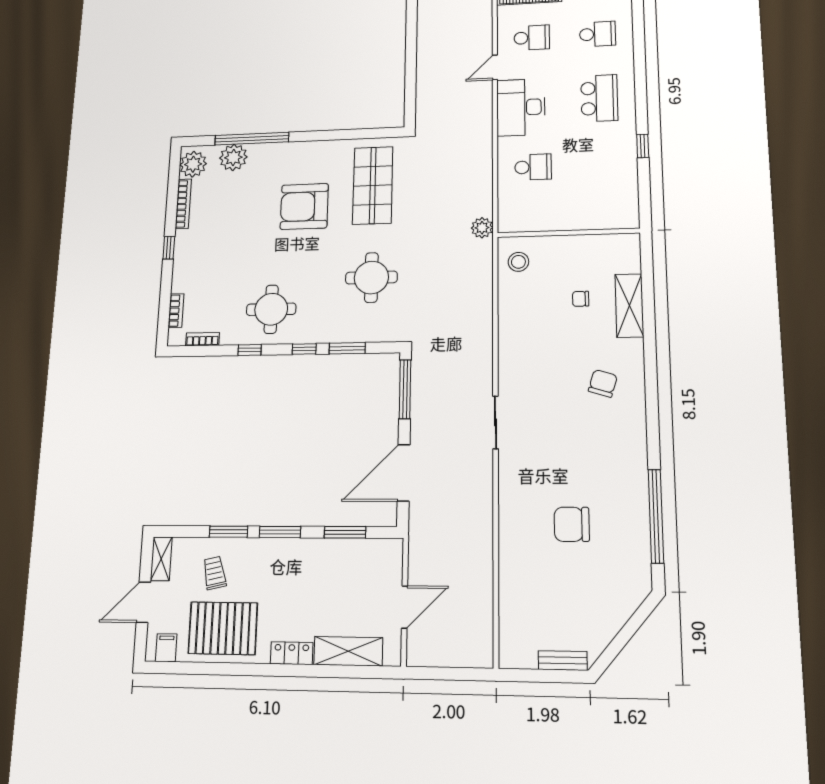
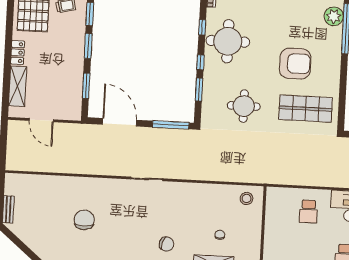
armchair: (304, 206) -> (295, 64), turned 90
plant: (482, 228) -> (271, 177), removed
round table: (271, 309) -> (228, 41), width x1.36, depth x1.36

